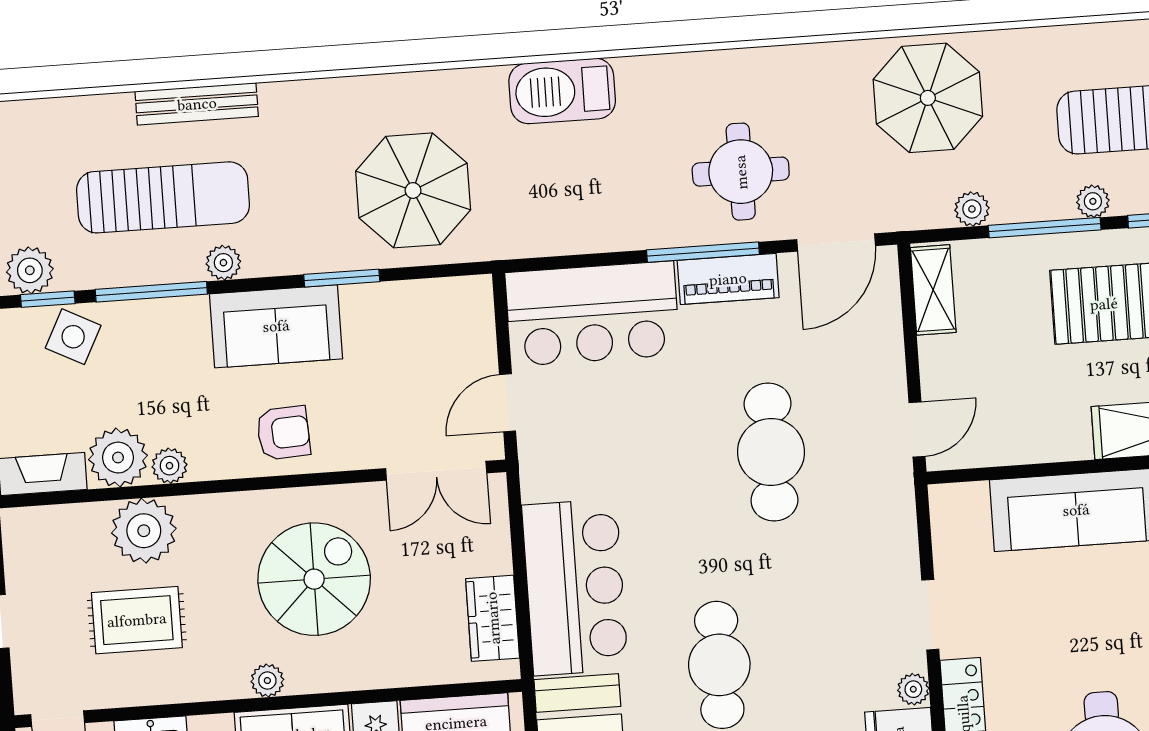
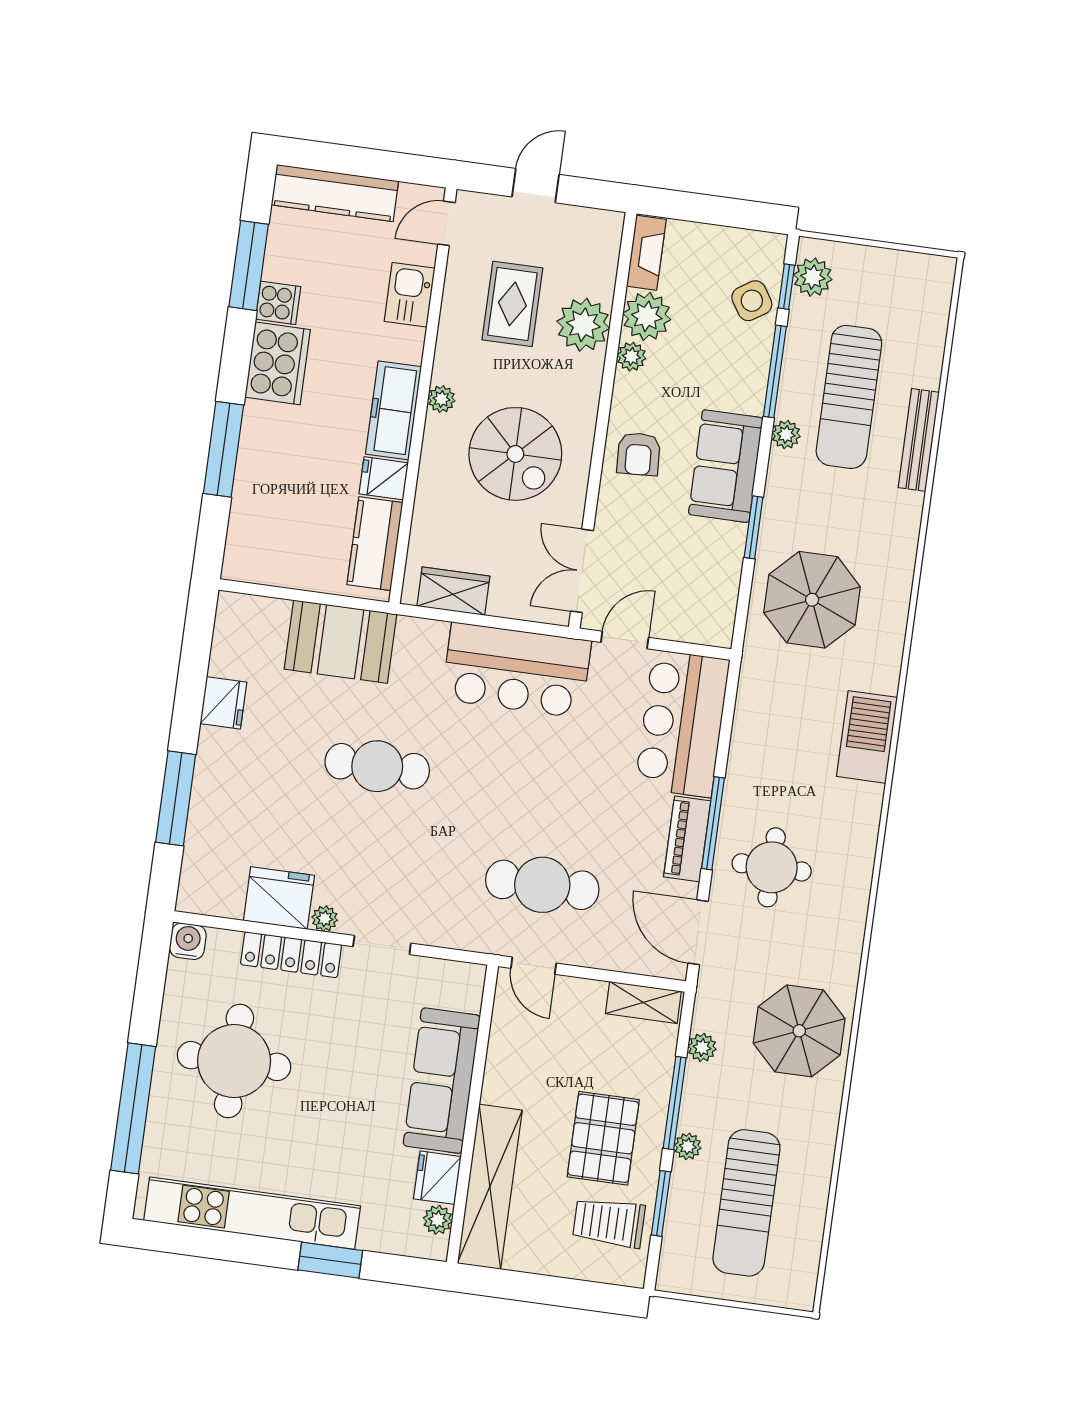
side table: (73, 337) -> (752, 301), turned 30
door: (508, 403) -> (625, 640), hinge flipped
cafe table: (771, 452) -> (542, 885), moved
bar counter: (575, 587) -> (516, 670), moved

